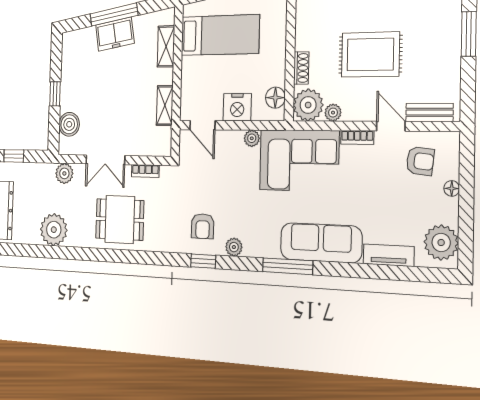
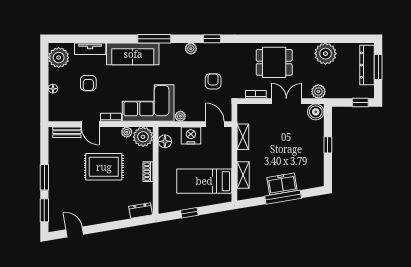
shoe rack: (301, 68) -> (148, 172), moved
boiler: (69, 124) -> (316, 112), moved
armchair: (420, 161) -> (88, 83), moved, turned -96
armchair: (203, 226) -> (213, 81), moved

